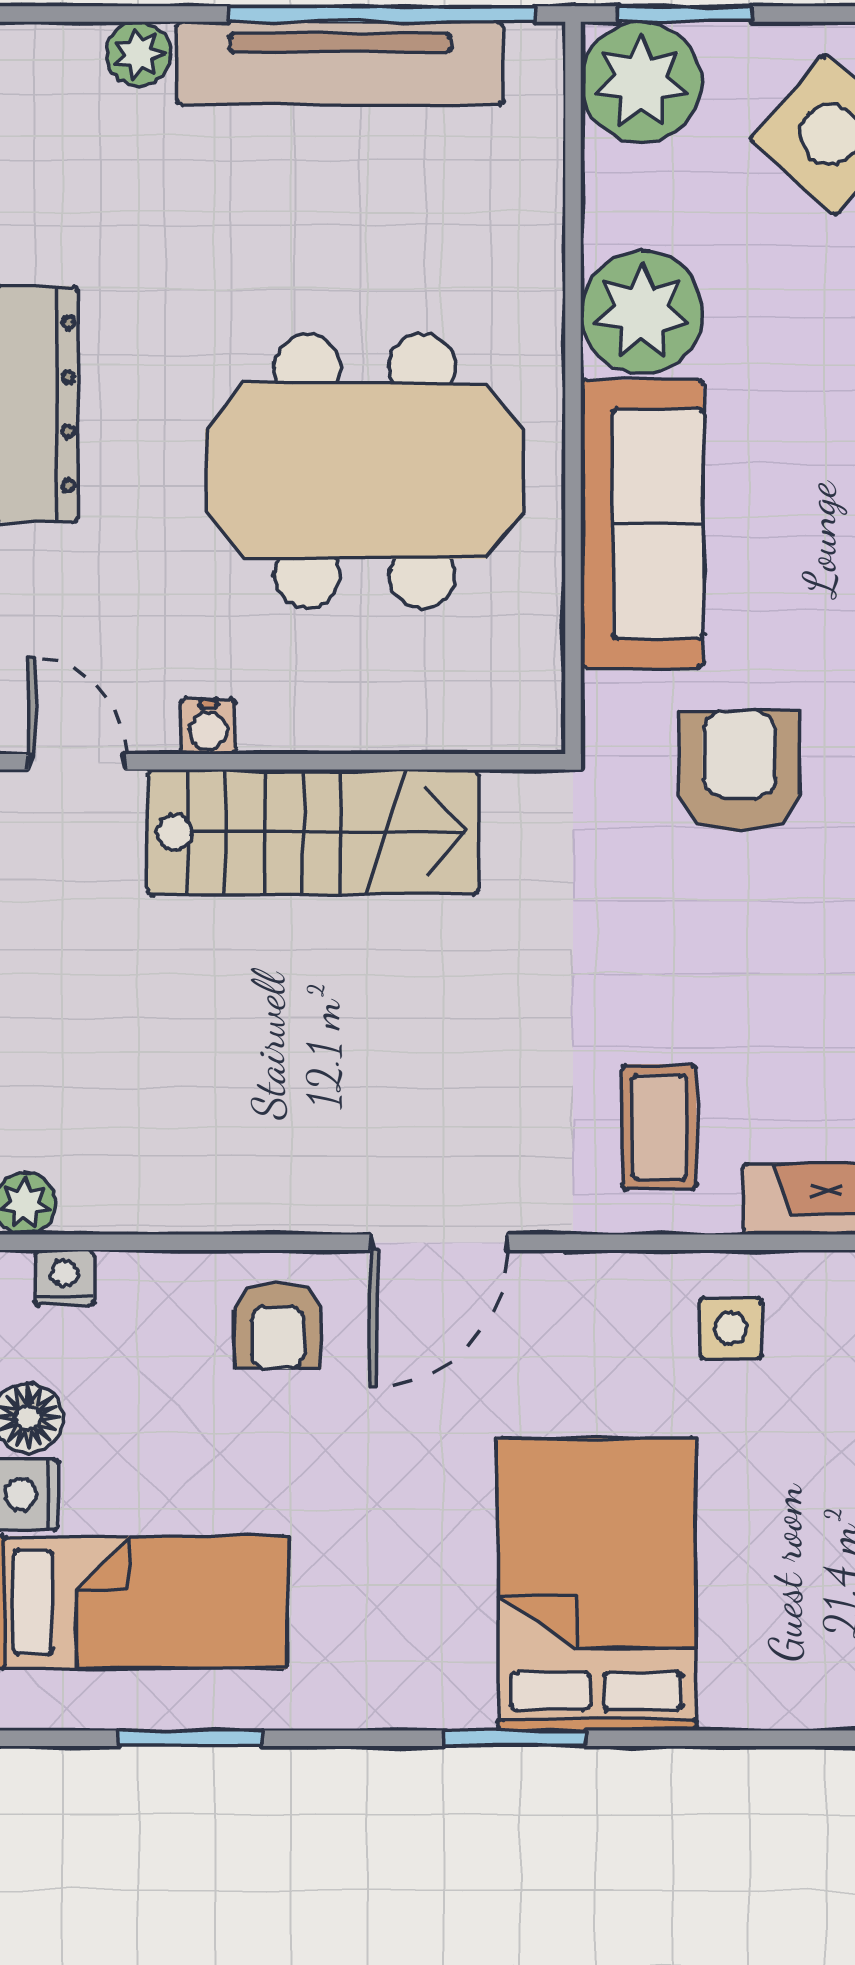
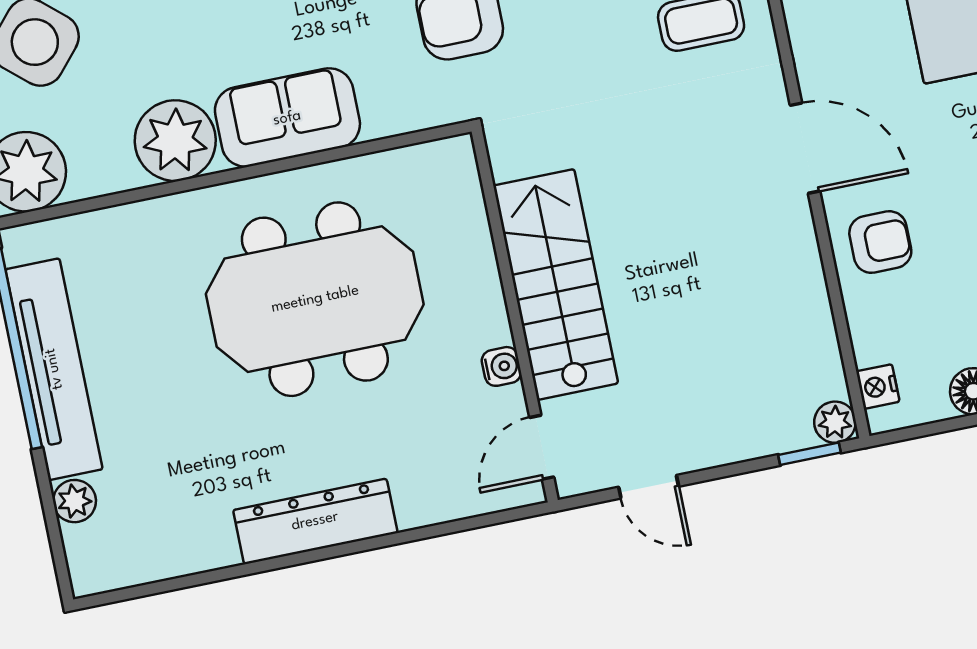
meeting table: (365, 471) -> (315, 299), turned 90
sofa: (642, 524) -> (287, 118), width x0.73

